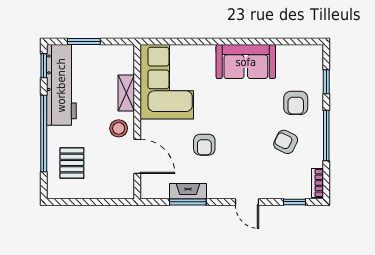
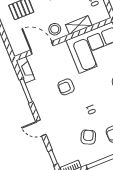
door: (137, 156) -> (42, 48), swing flipped
fireplace: (188, 191) -> (25, 70), moved
door: (247, 202) -> (41, 128), hinge flipped

